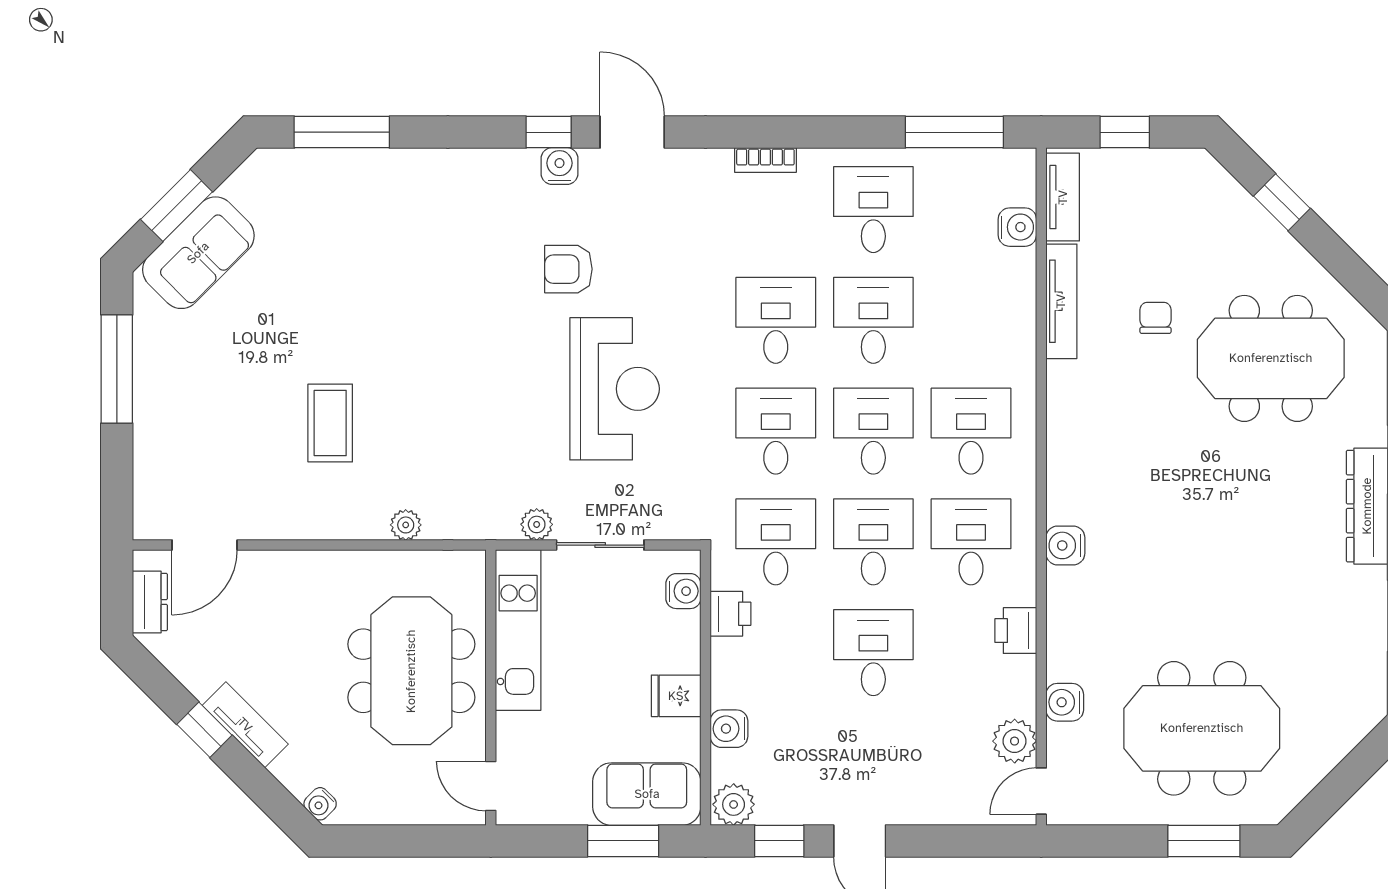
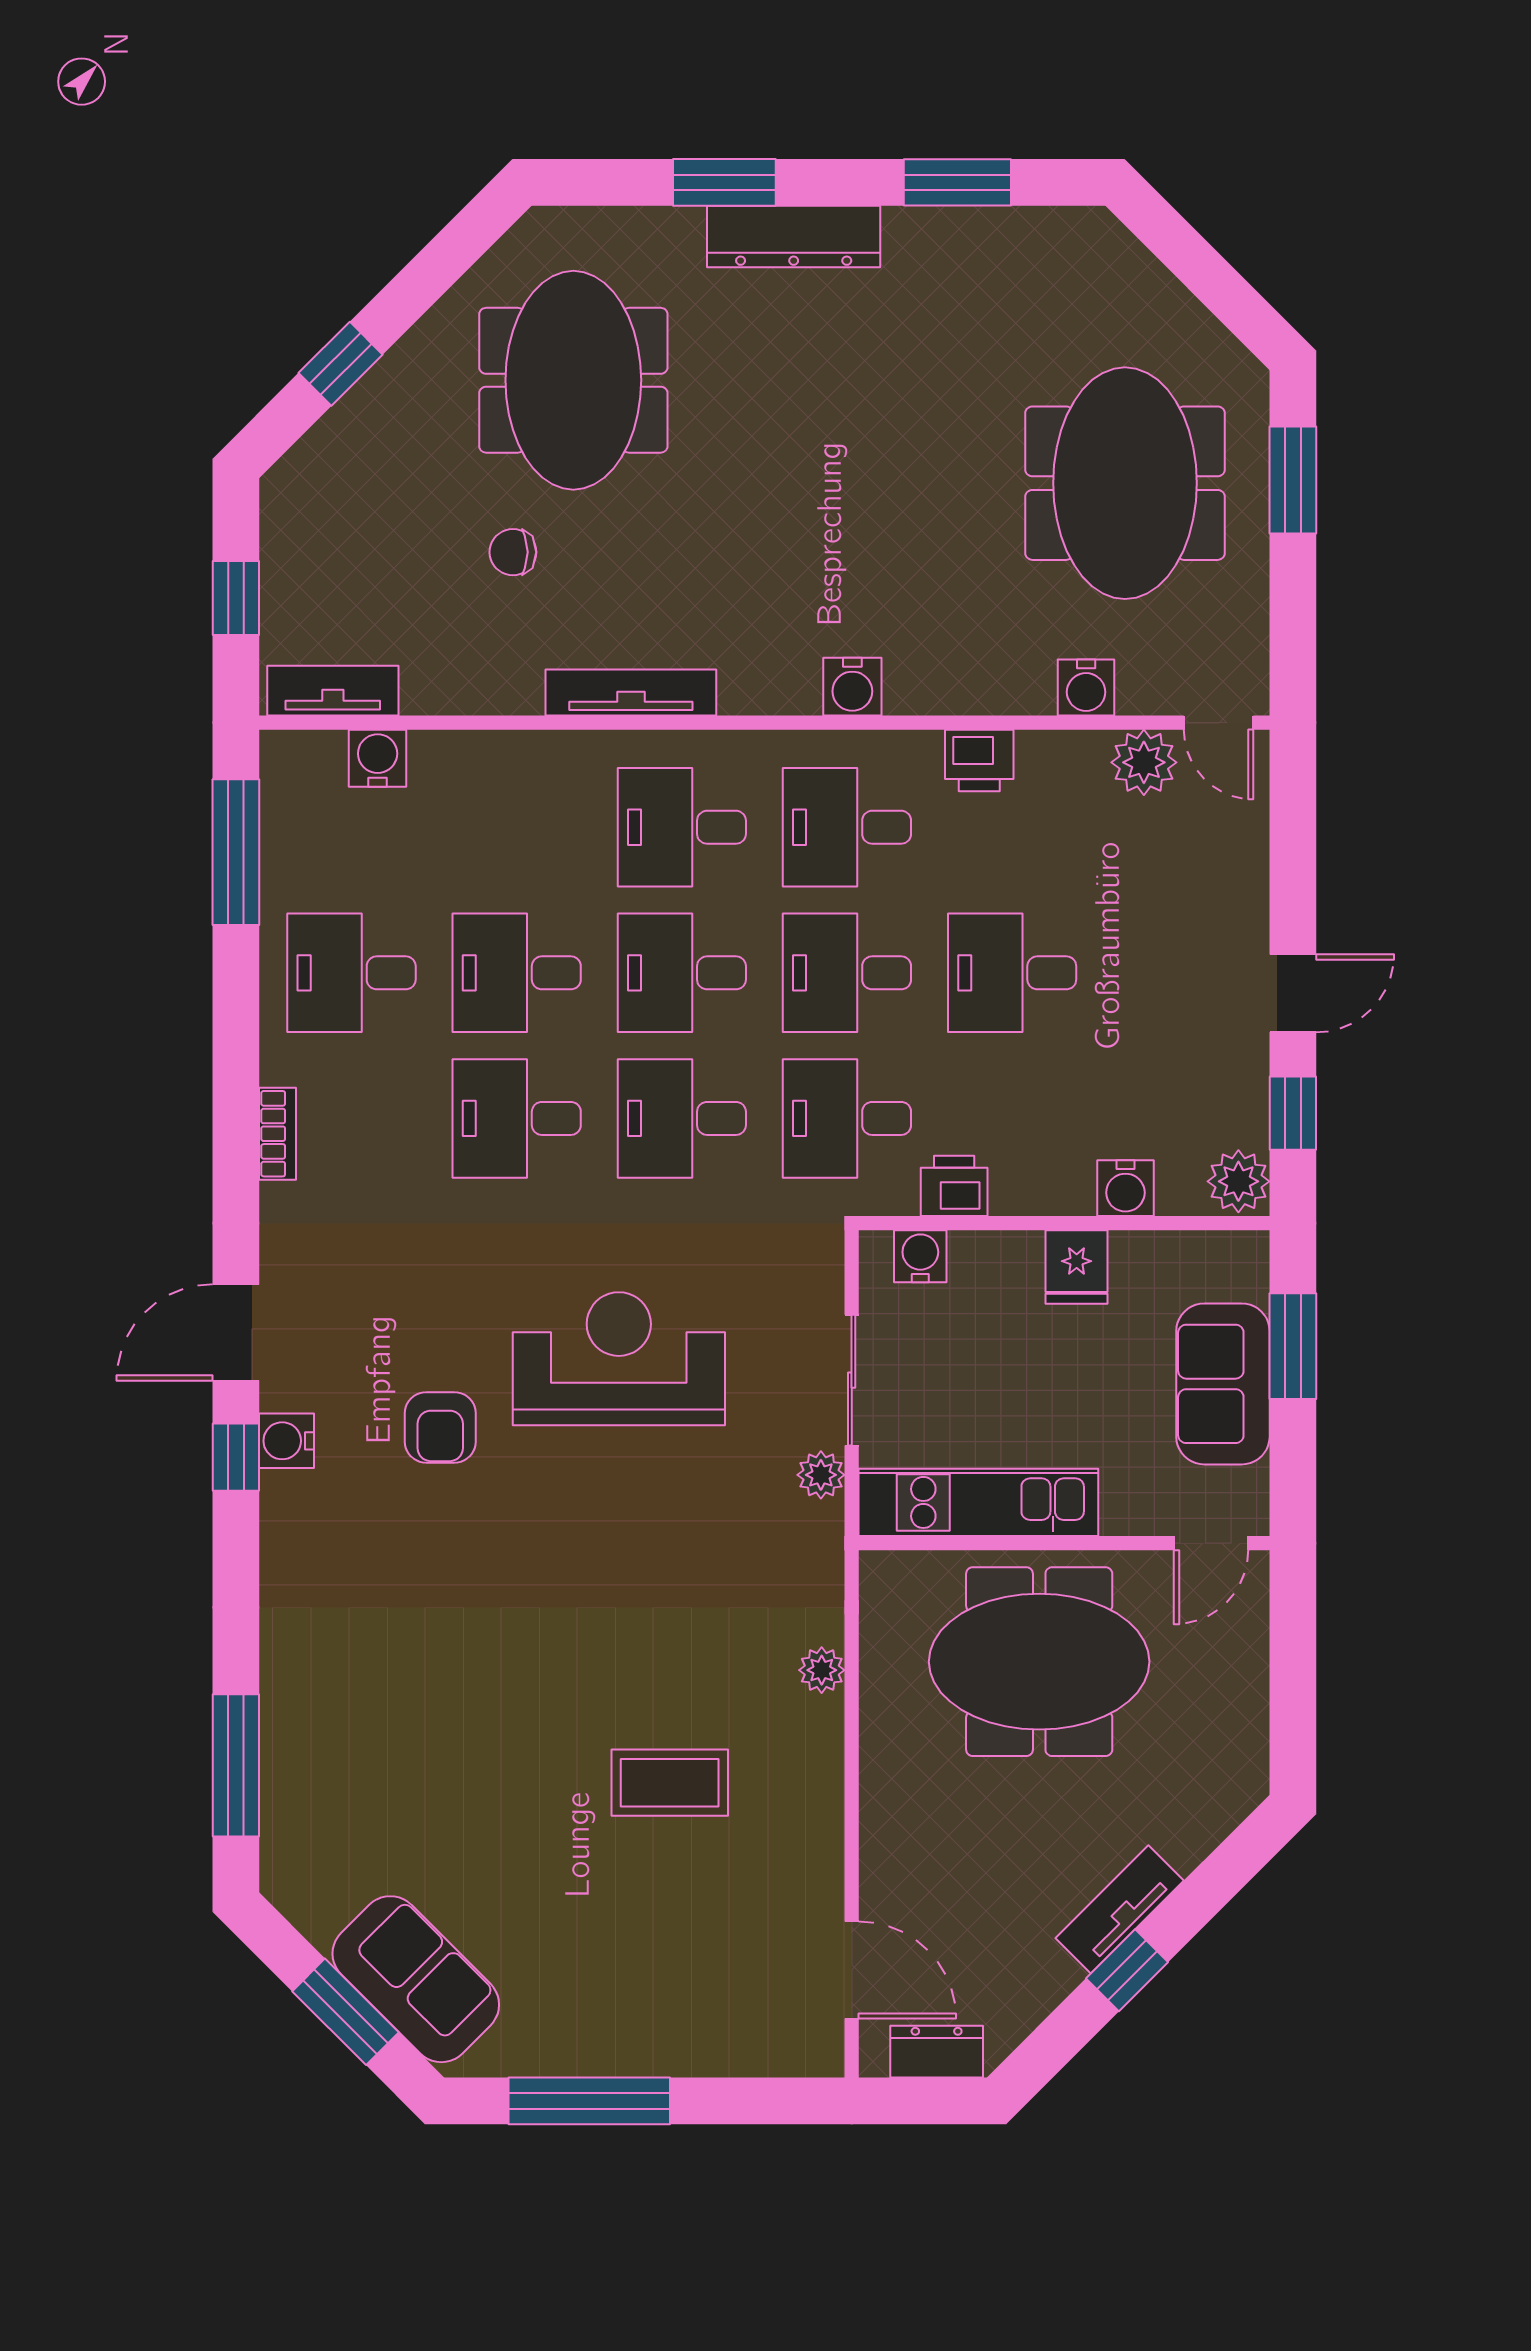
tv unit: (1061, 301) -> (631, 692), moved
sofa: (647, 794) -> (1223, 1384), moved
water cooler: (320, 804) -> (1237, 1798), removed

